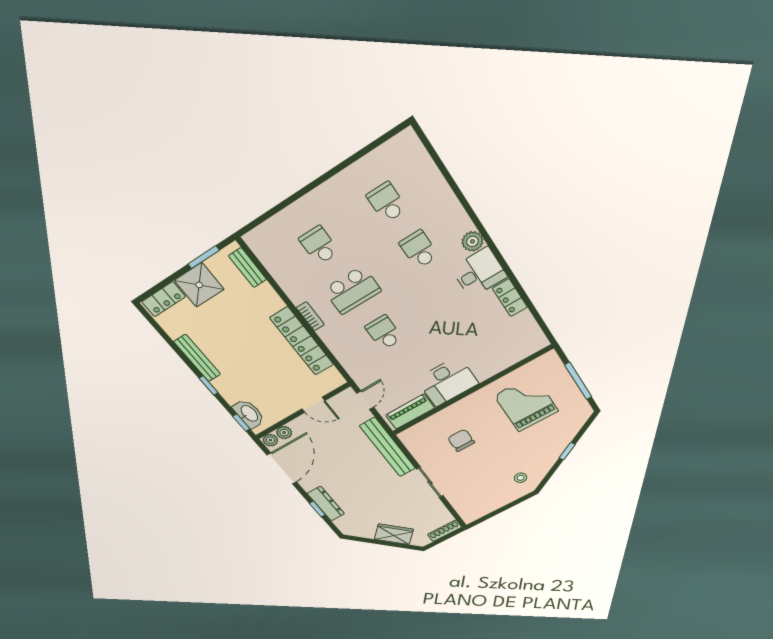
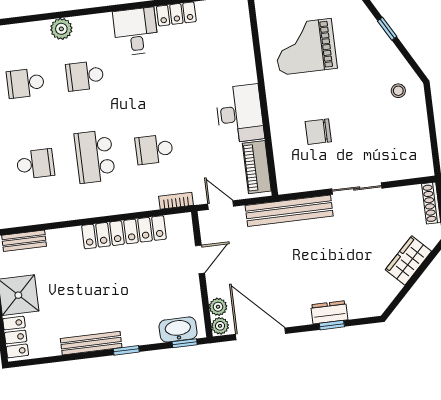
plant: (472, 241) -> (61, 29), moved
school desk: (319, 245) -> (35, 164), turned 180
school desk: (352, 290) -> (95, 157), turned 180
bookcase: (310, 316) -> (176, 201), moved
dresser: (326, 504) -> (329, 312), width x0.70

